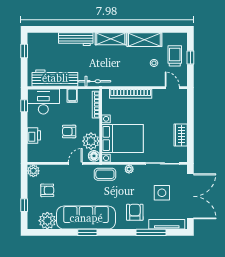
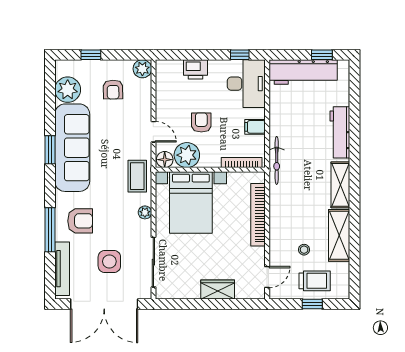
workbench: (55, 78) -> (303, 72), moved, turned 90
wardrobe: (181, 135) -> (218, 289), moved
window: (151, 232) -> (50, 230), moved

